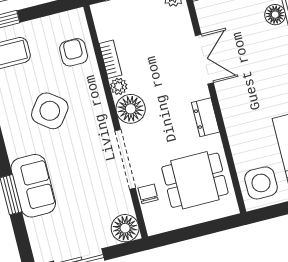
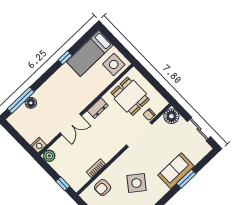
double door: (204, 59) -> (71, 124), swing flipped
plant: (119, 86) -> (106, 157), removed
floor lamp: (131, 109) -> (114, 146), removed

